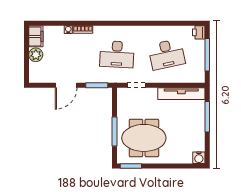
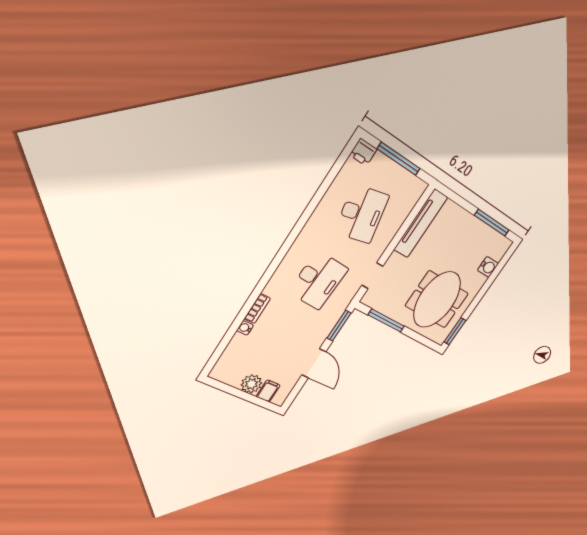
filing cabinet: (36, 36) -> (268, 391), moved, width x0.50
window: (207, 117) -> (492, 223), moved
window: (114, 131) -> (386, 321), moved
water cooler: (199, 158) -> (488, 267), moved

